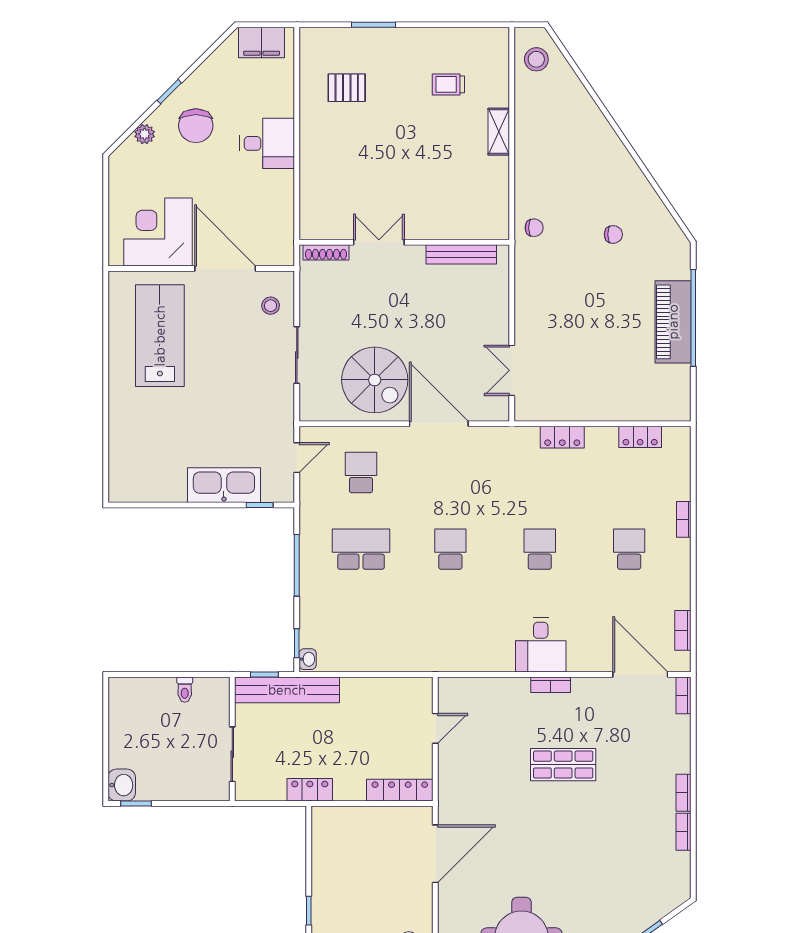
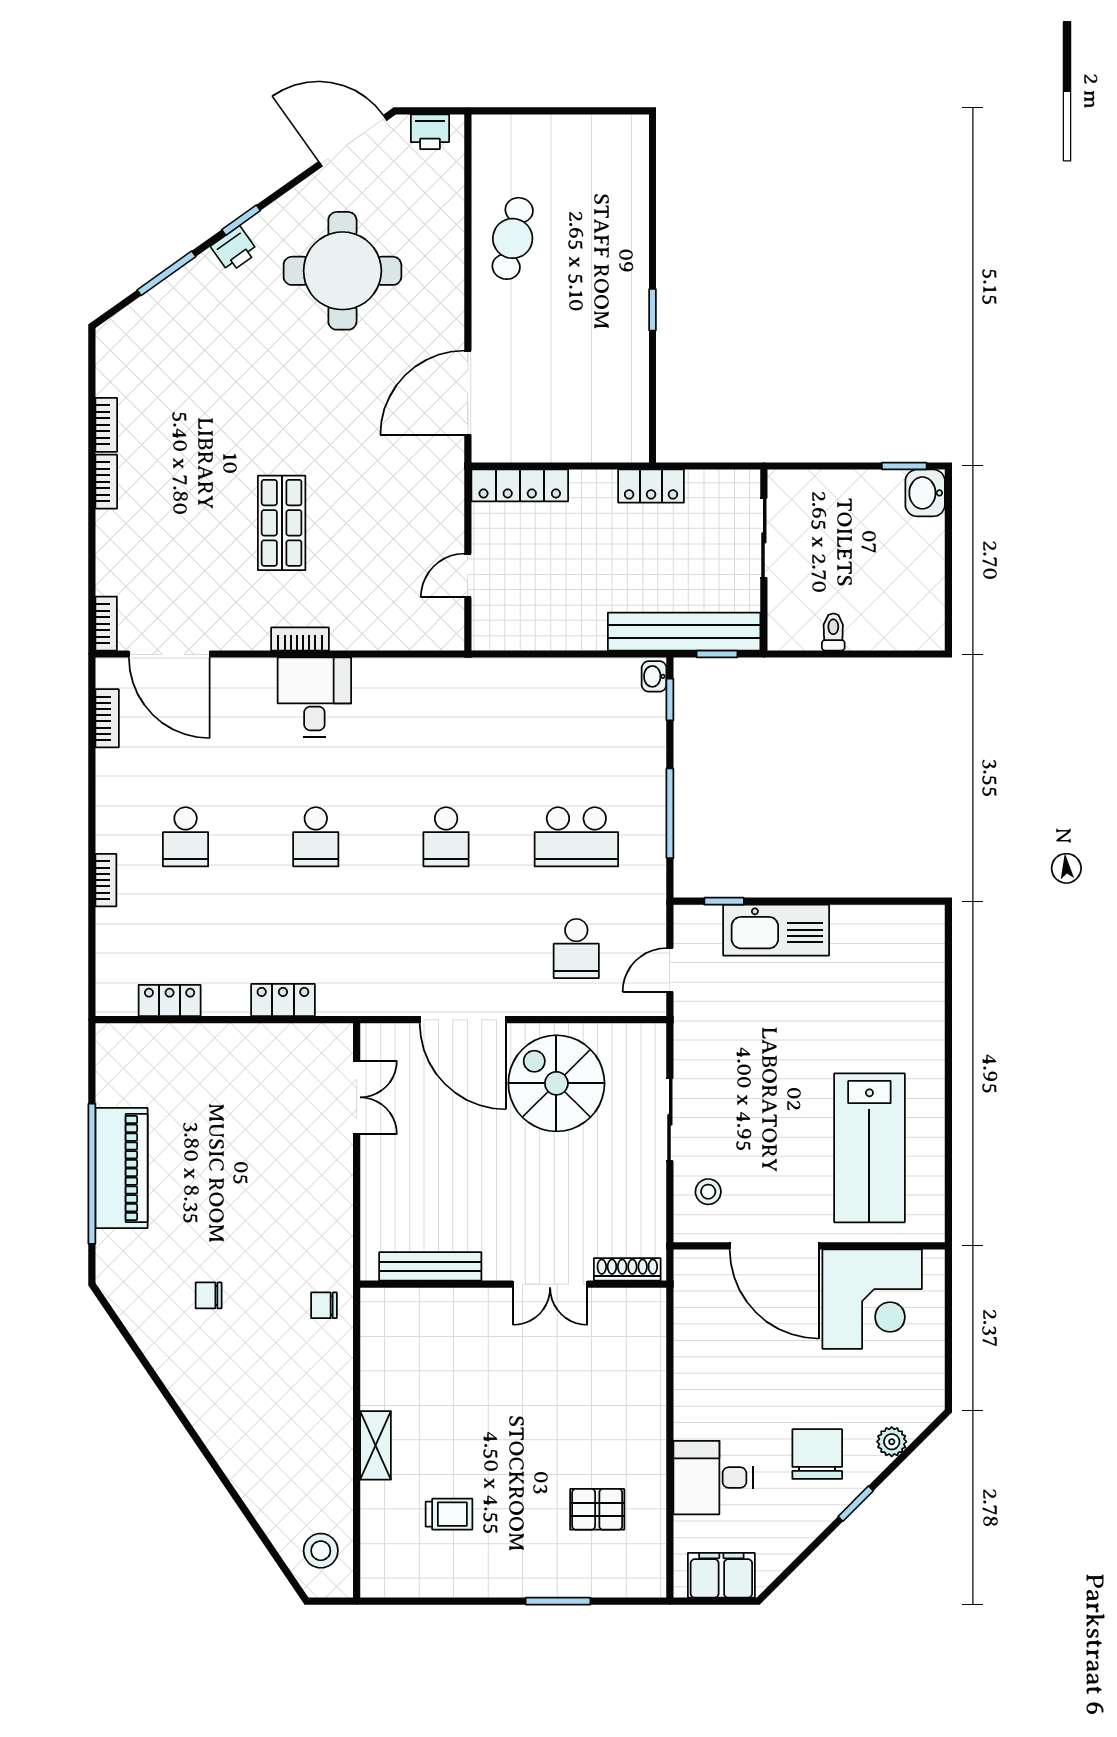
desk: (267, 143) -> (713, 1478), moved
shop shelf: (563, 765) -> (282, 523), turned 90

